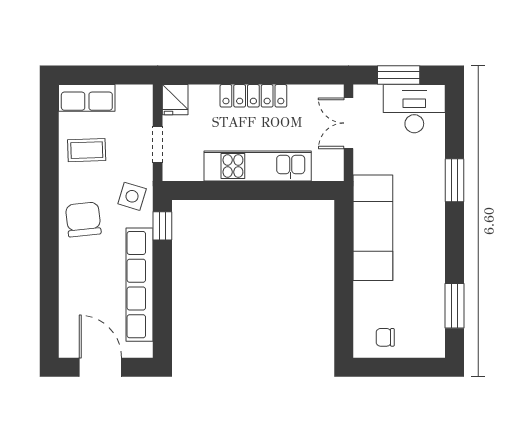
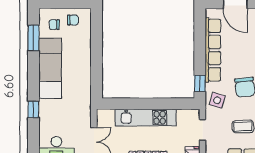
window: (455, 180) -> (33, 109), width x0.67
exam couch: (373, 228) -> (50, 68), moved, turned 180
chair: (418, 329) -> (54, 25), added

